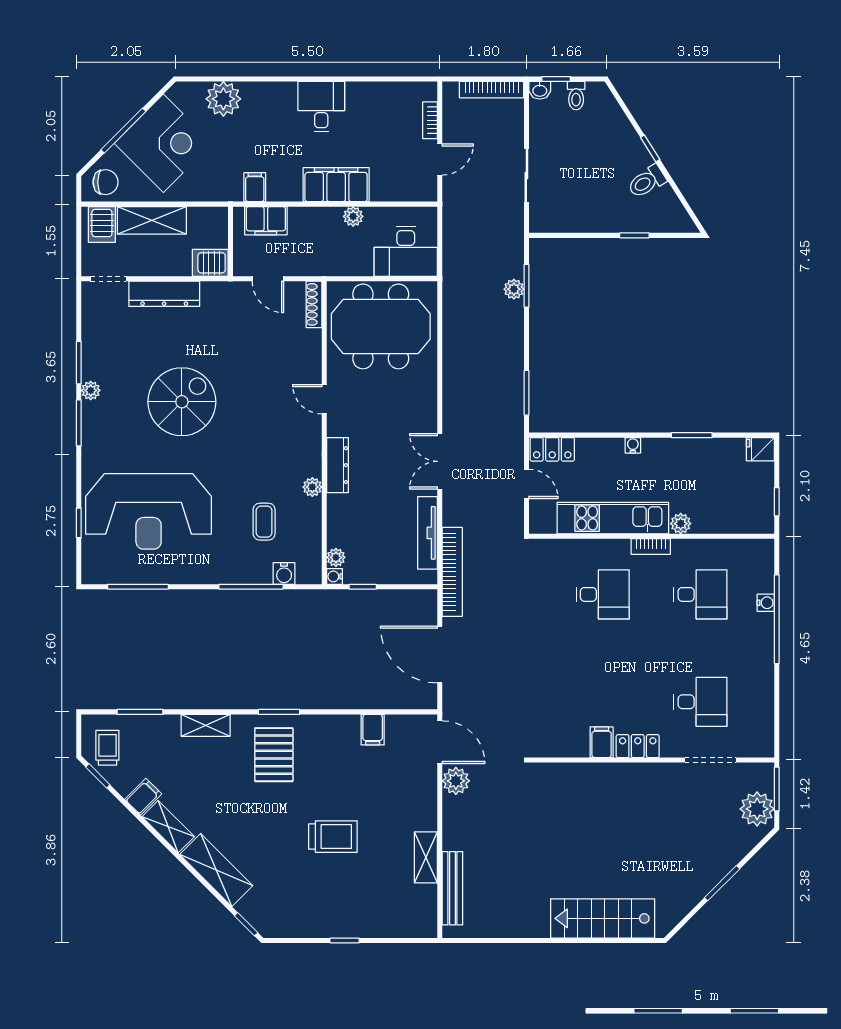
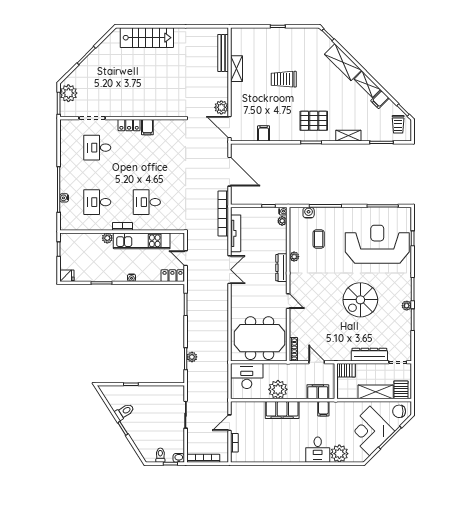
desk: (321, 107) -> (318, 450), moved
plant: (353, 216) -> (278, 389), width x1.87, depth x1.87
pallet: (274, 755) -> (314, 121), turned 90

